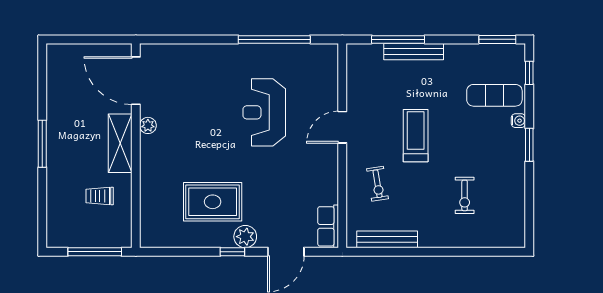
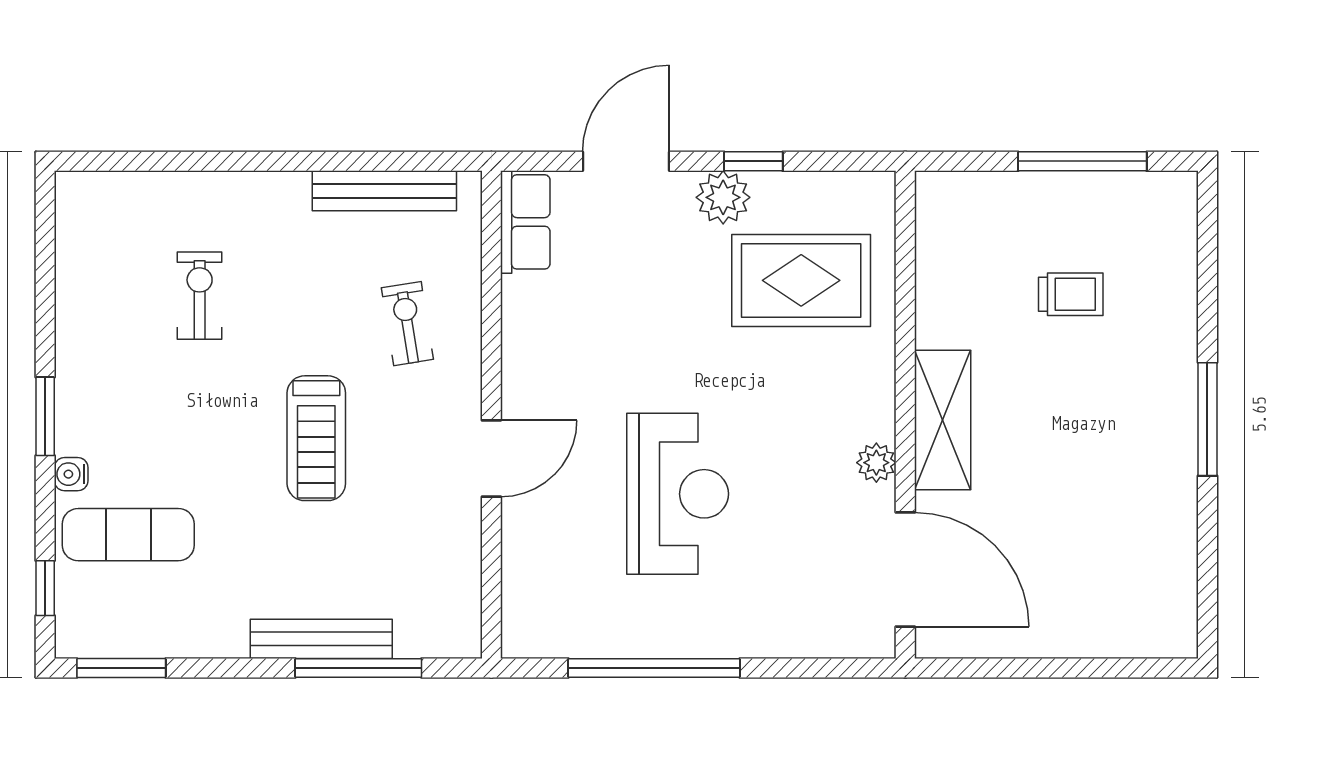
door: (136, 81) -> (905, 570), moved
plant: (148, 125) -> (876, 463), moved
shelving: (120, 143) -> (943, 420), moved
wall: (136, 146) -> (905, 415), moved

